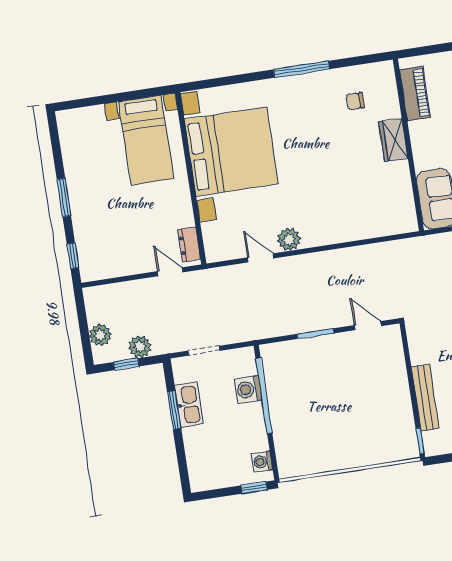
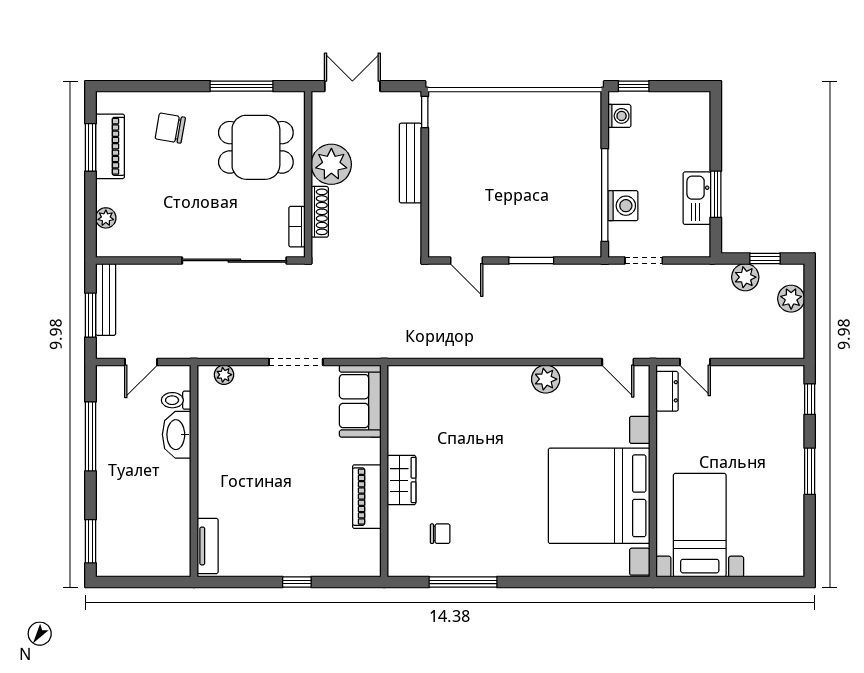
window: (302, 69) -> (463, 582), moved
piano: (415, 93) -> (367, 497), moved
door: (261, 258) -> (618, 362), moved
doorway: (204, 351) -> (644, 261), moved

